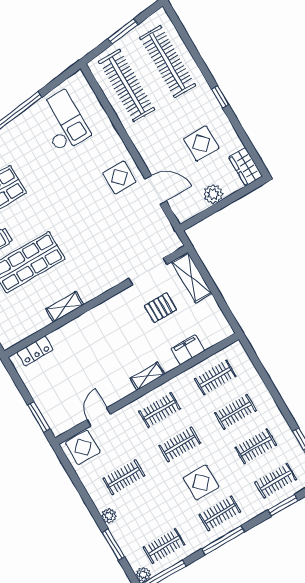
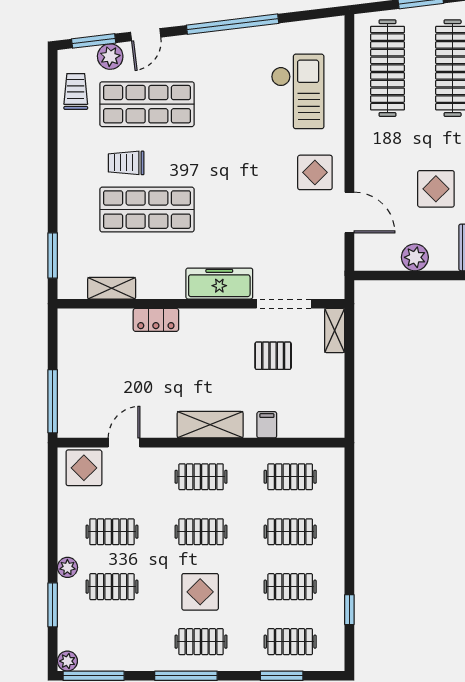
checkout: (62, 121) -> (298, 91), moved
shelving: (192, 278) -> (335, 331), width x0.67, depth x0.75
freezer: (100, 282) -> (219, 284), added
shelving: (65, 307) -> (112, 288), moved
filing cabinet: (188, 350) -> (267, 425), width x0.50
locker: (35, 351) -> (156, 320), moved
shelving: (147, 376) -> (210, 425), width x1.50, depth x1.33
window: (39, 417) -> (53, 401), width x1.44
clothes rail: (164, 546) -> (112, 587), moved

